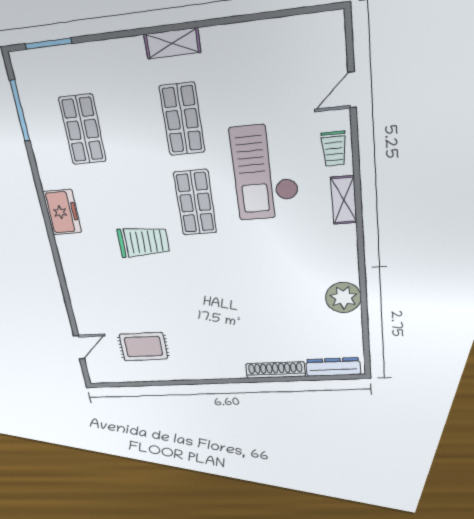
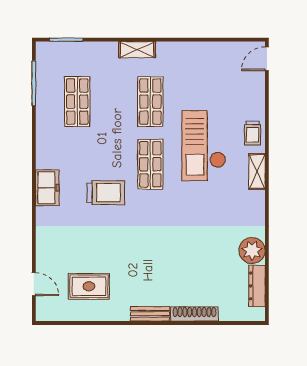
shelving: (172, 43) -> (137, 50), moved
door: (352, 90) -> (267, 59), moved
freezer: (62, 212) -> (47, 188), moved
door: (79, 347) -> (34, 284), hinge flipped
dresser: (333, 367) -> (257, 286), moved, turned -90
bench: (221, 372) -> (150, 314), added

